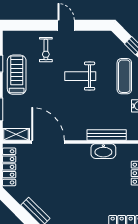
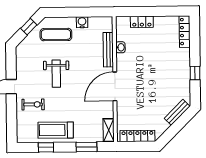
door: (48, 142) -> (115, 86), moved
washbasin: (103, 151) -> (120, 47), width x0.52, depth x0.69

